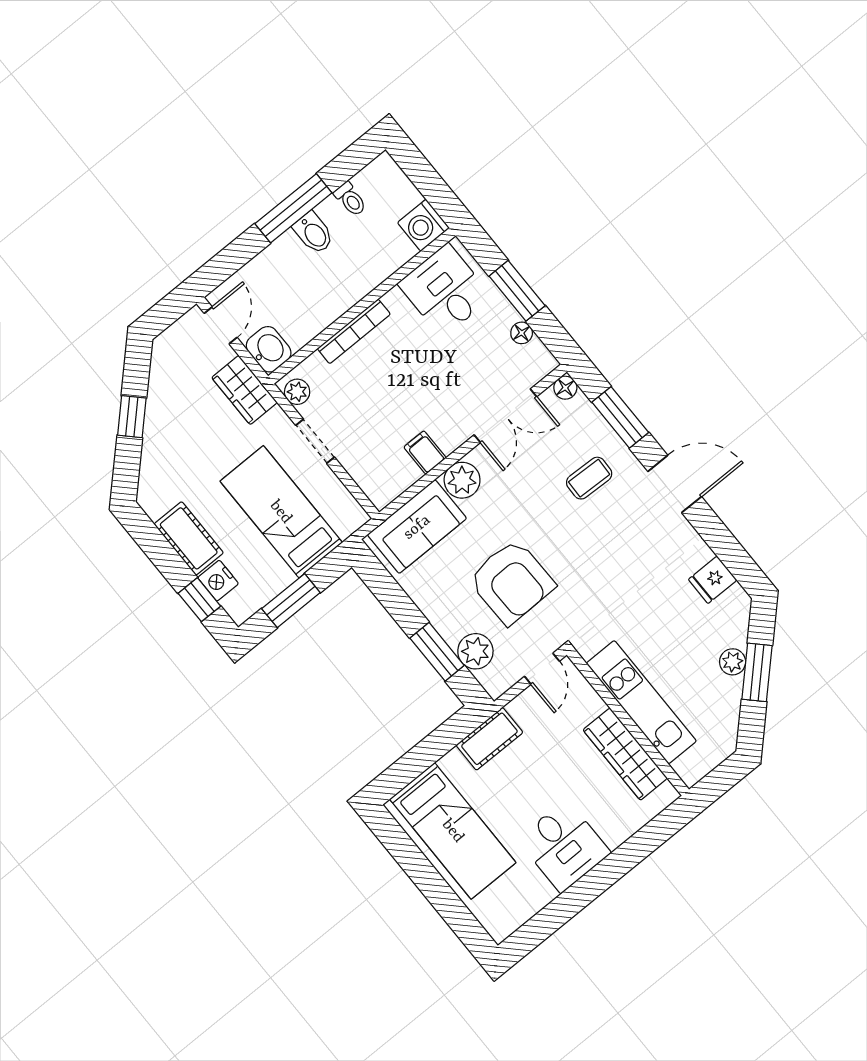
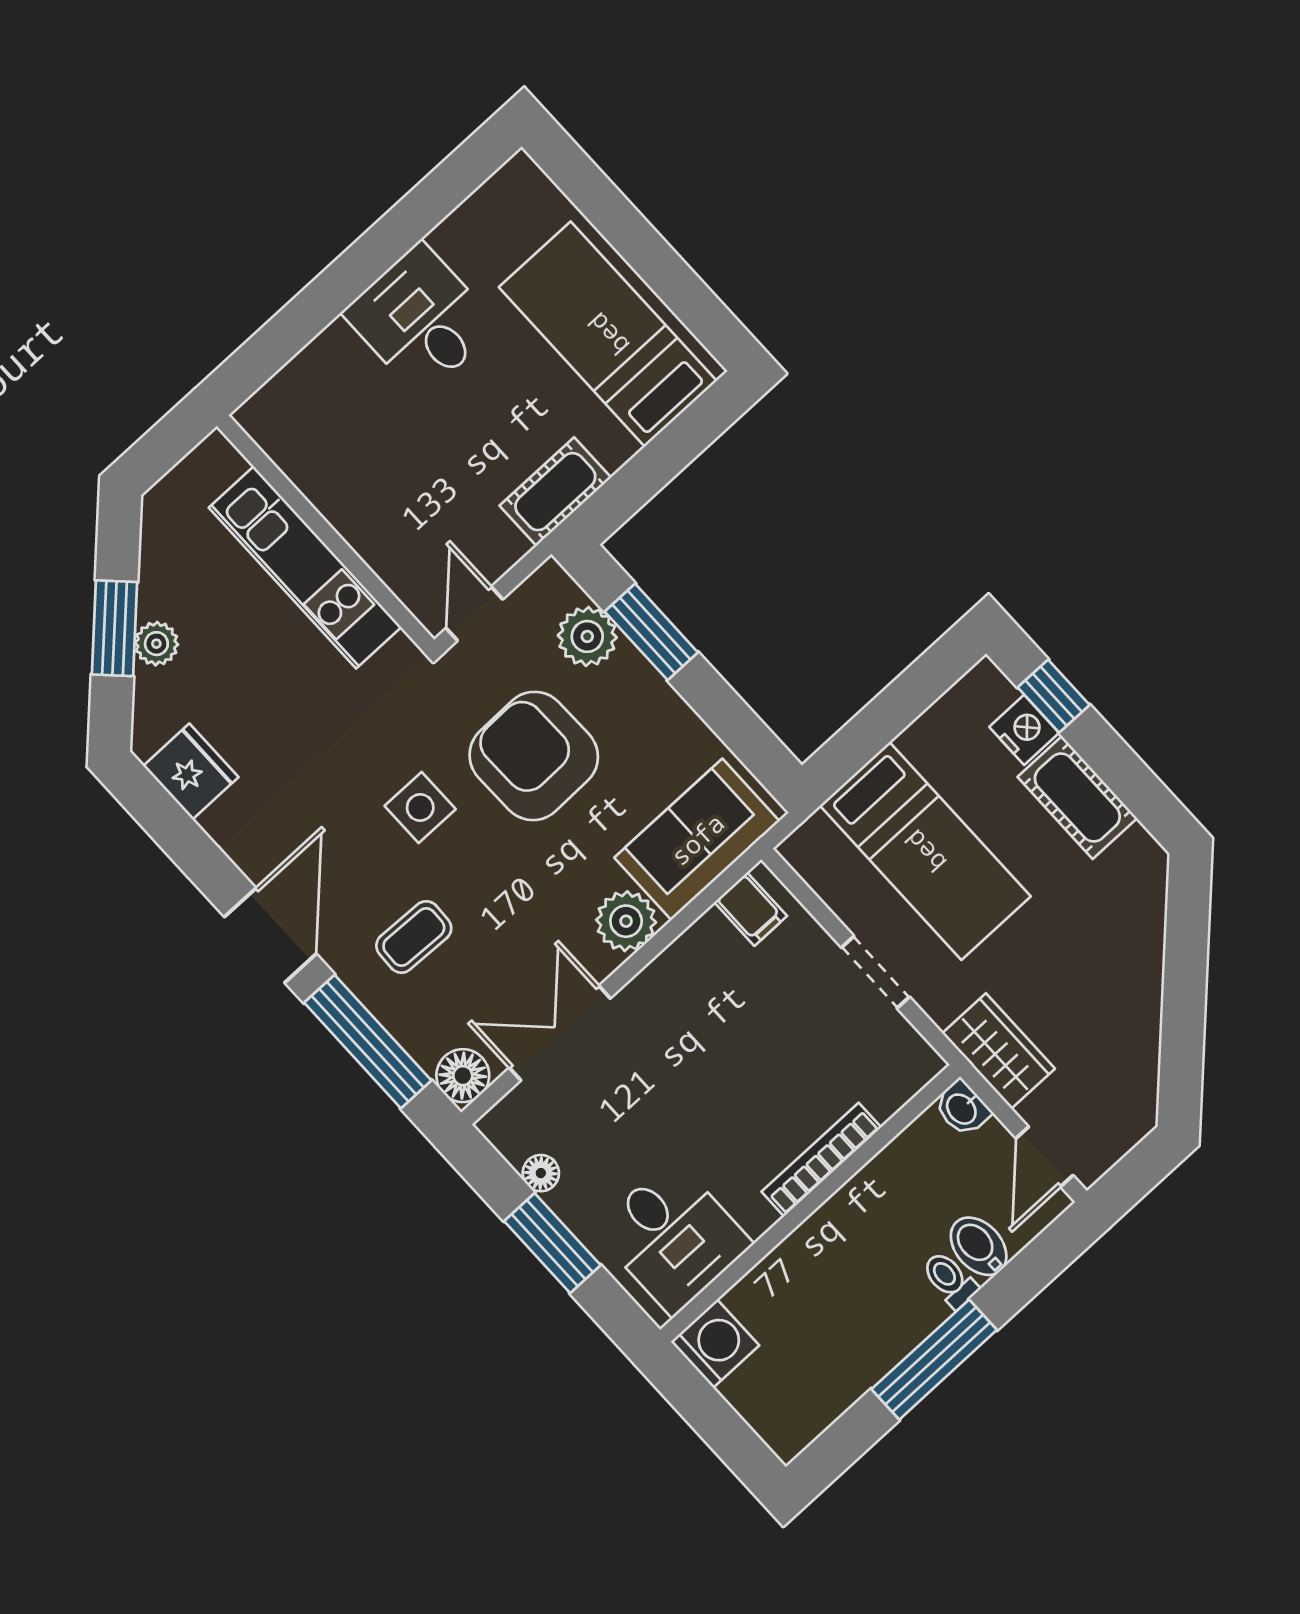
toilet: (350, 199) -> (950, 1280), moved
bidet: (314, 233) -> (979, 1246), moved
washbasin: (269, 349) -> (962, 1108), width x0.72, depth x0.69
floor lamp: (565, 388) -> (463, 1076), width x1.37, depth x1.37
plant: (297, 392) -> (910, 1053), removed
window: (132, 417) -> (1184, 996), removed
window: (620, 417) -> (368, 1042), width x1.44
filing cabinet: (425, 452) -> (751, 909), moved
door: (675, 484) -> (270, 935), swing flipped
side table: (581, 555) -> (420, 807), added
fridge: (713, 580) -> (191, 771), width x1.38
window: (291, 601) -> (900, 703), removed
wardrobe: (625, 754) -> (327, 479), removed

